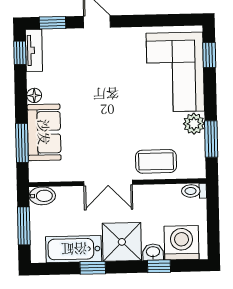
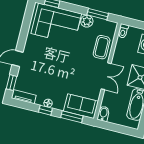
window: (20, 53) -> (45, 110), moved
sofa: (44, 132) -> (81, 106), moved
window: (24, 226) -> (117, 128), removed

